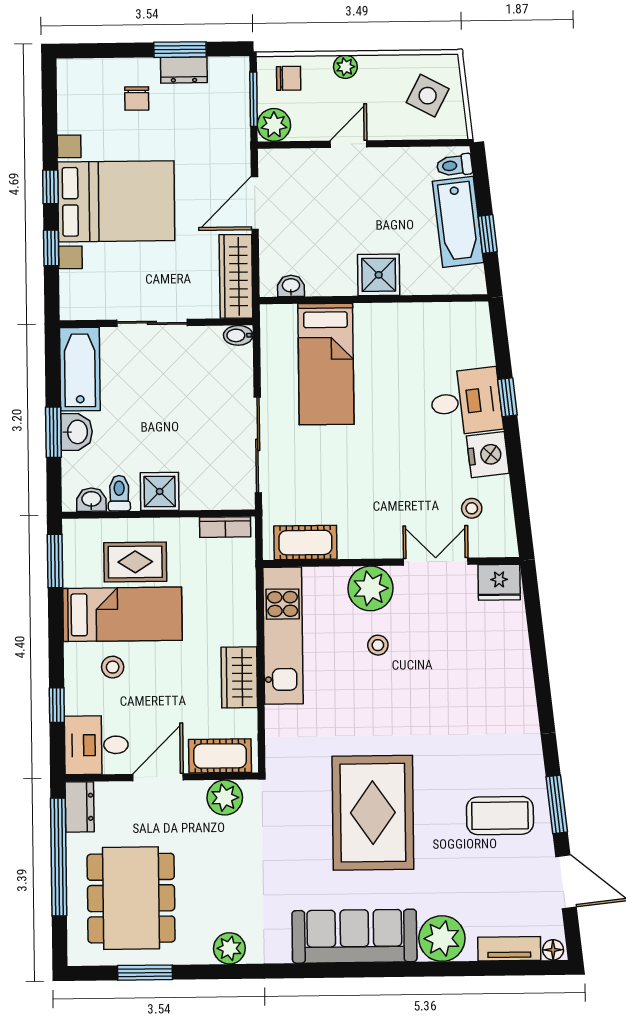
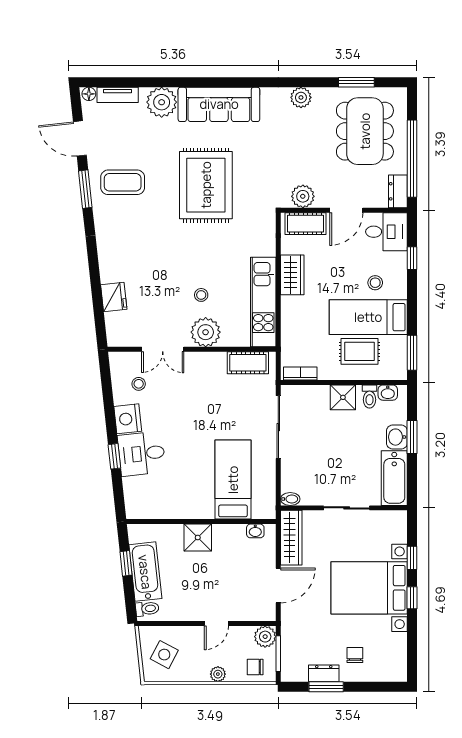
fridge: (499, 582) -> (114, 297), moved, turned 84

